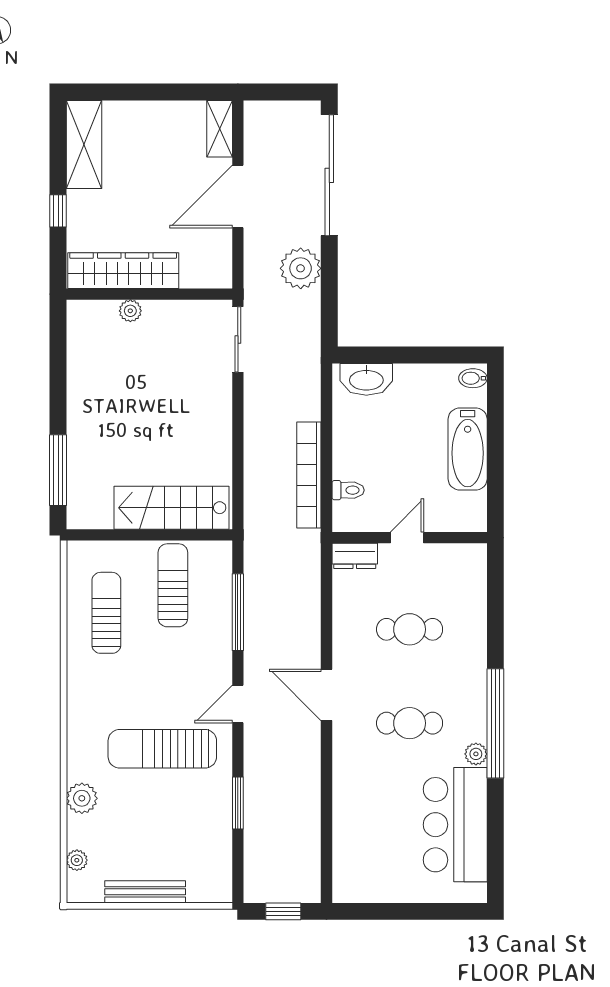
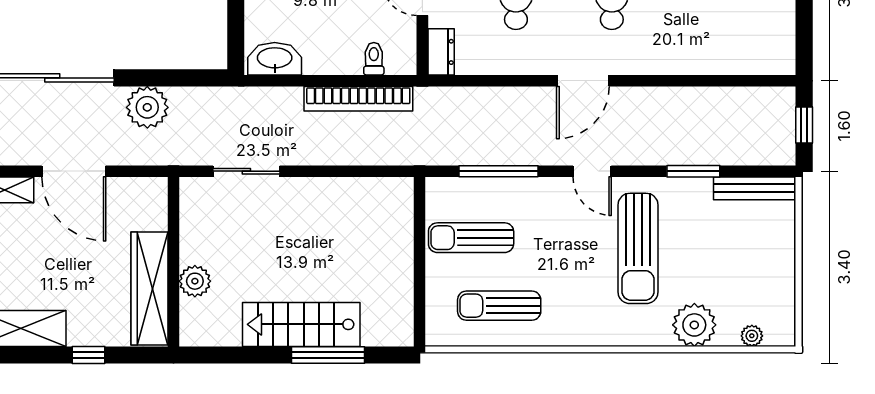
plant: (130, 311) -> (195, 281), width x1.38, depth x1.38
sliding door: (238, 339) -> (246, 171), moved
washbasin: (366, 379) -> (275, 59), moved, turned -90
window: (58, 470) -> (328, 355), moved
stairs: (171, 508) -> (301, 324), moved, turned 90
plant: (82, 798) -> (694, 325), width x1.36, depth x1.36
bench: (145, 892) -> (755, 188), moved, turned 90

